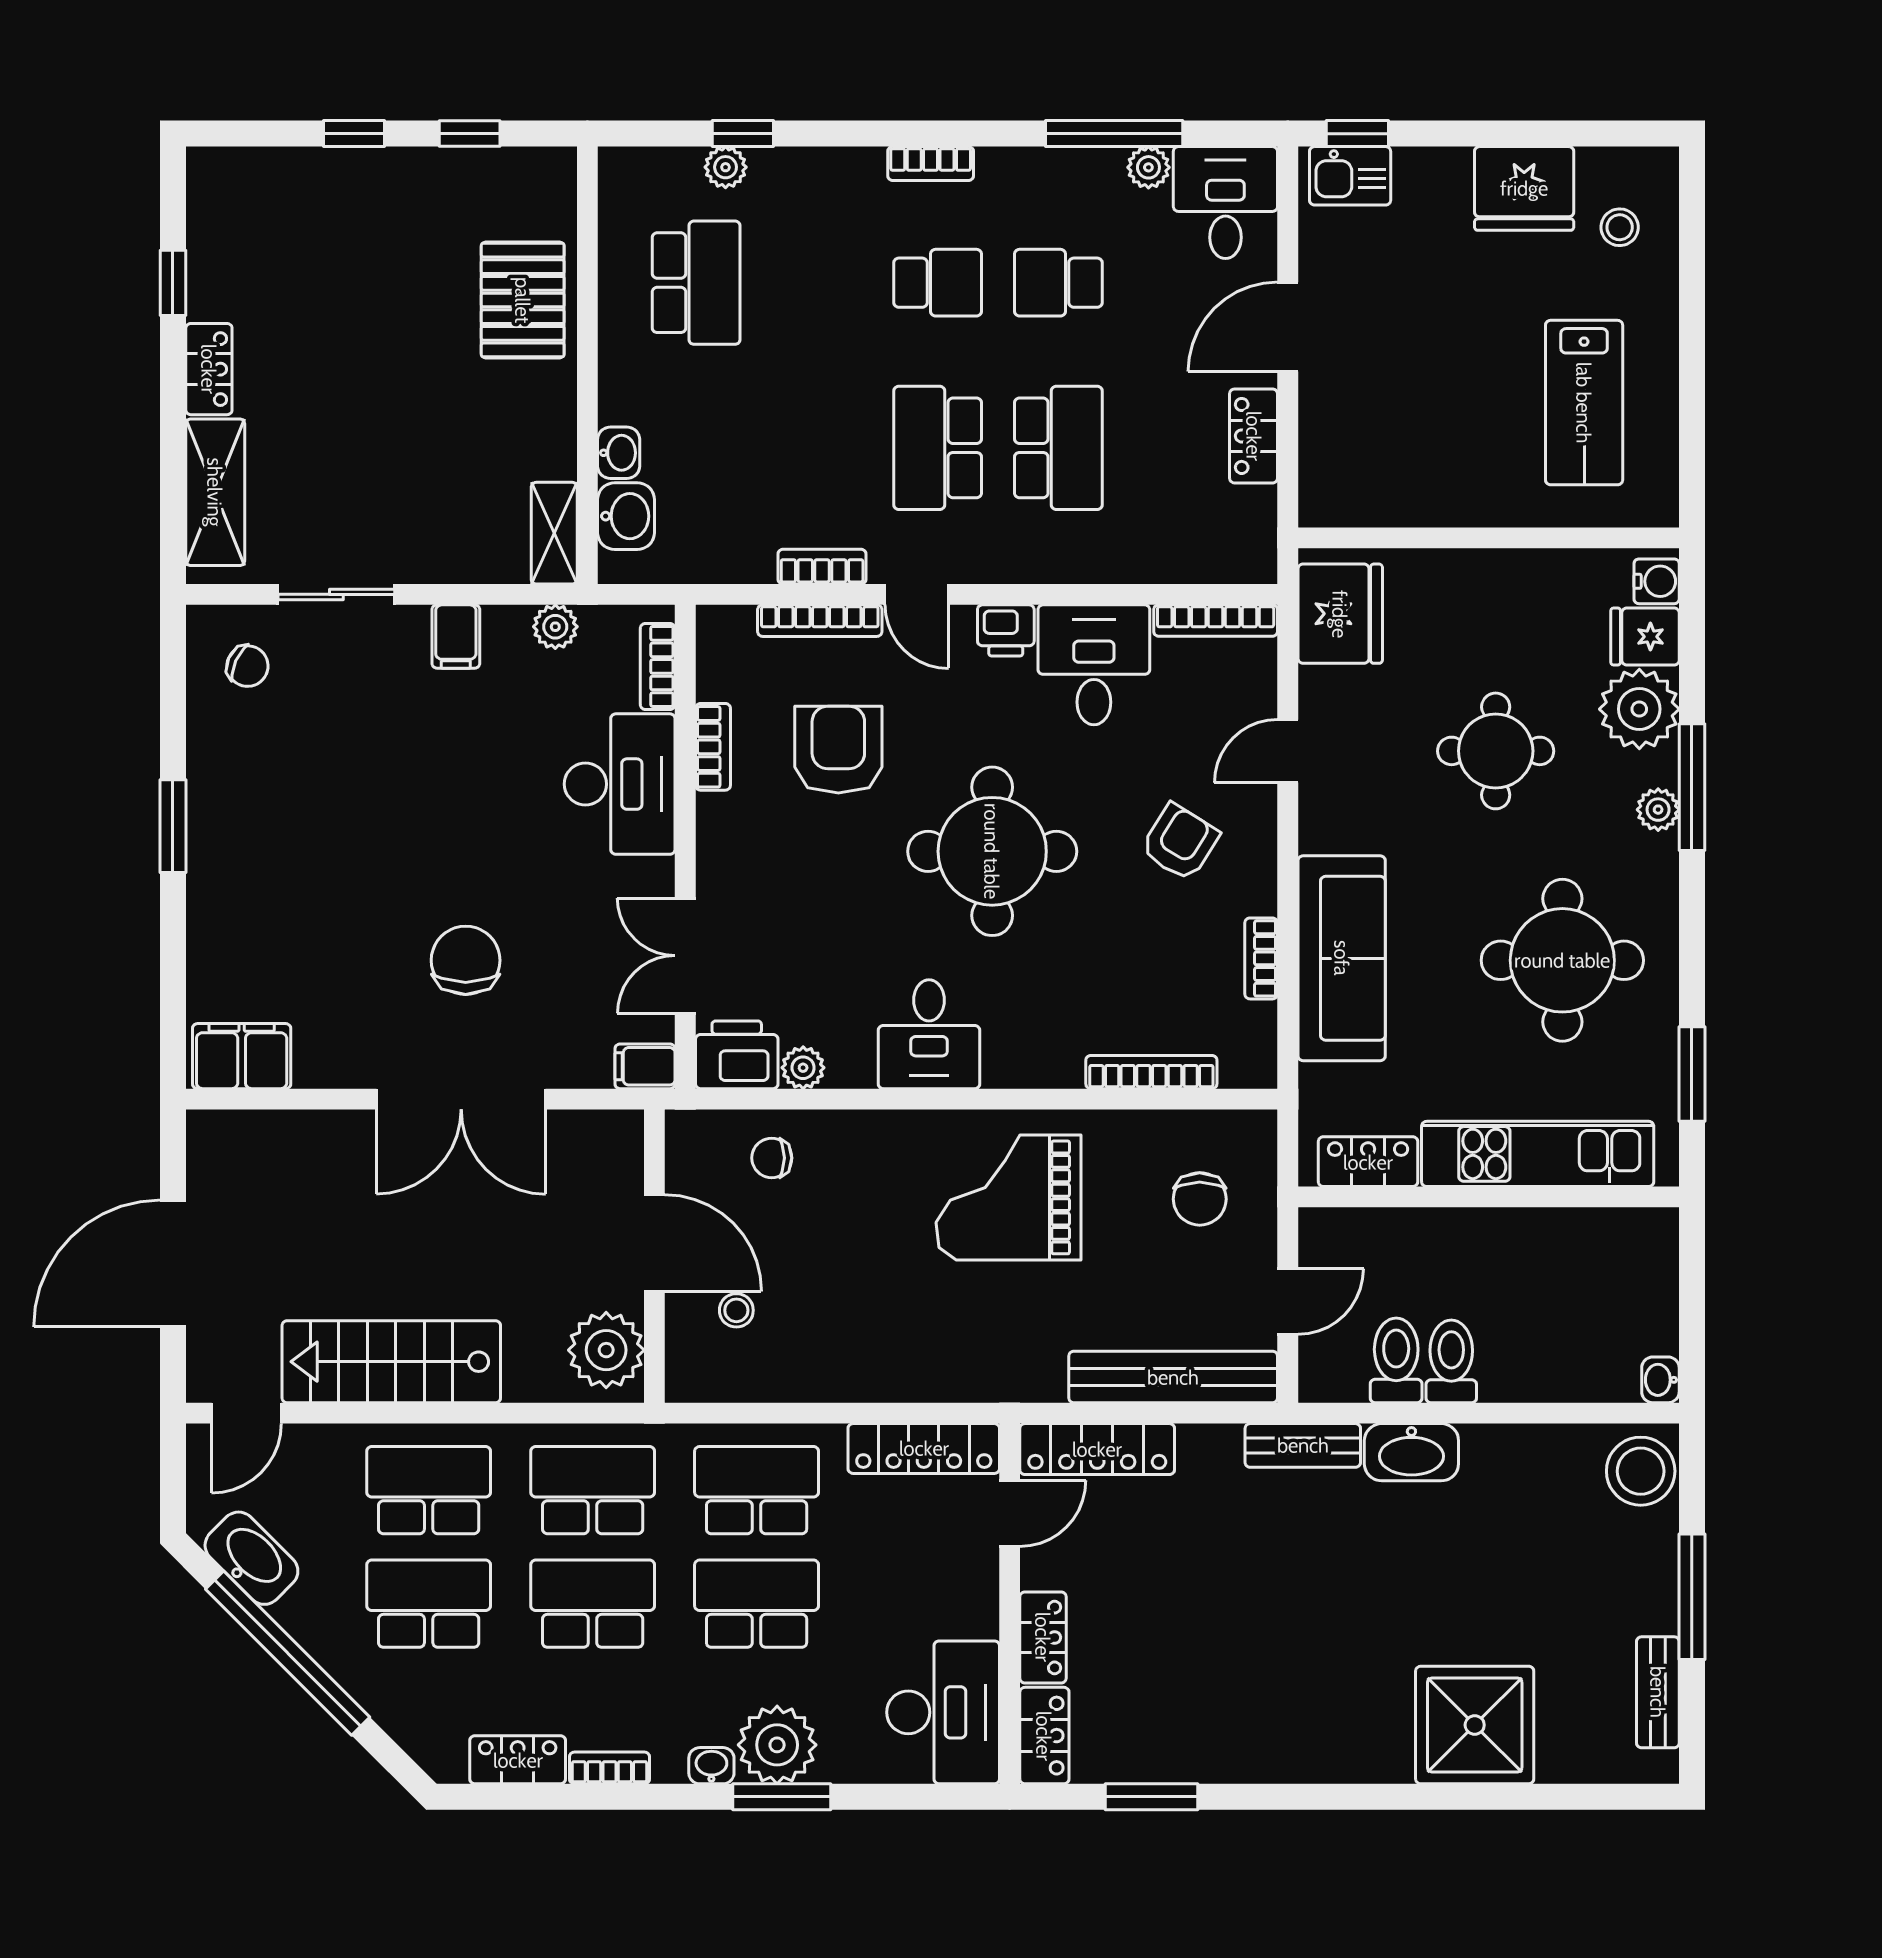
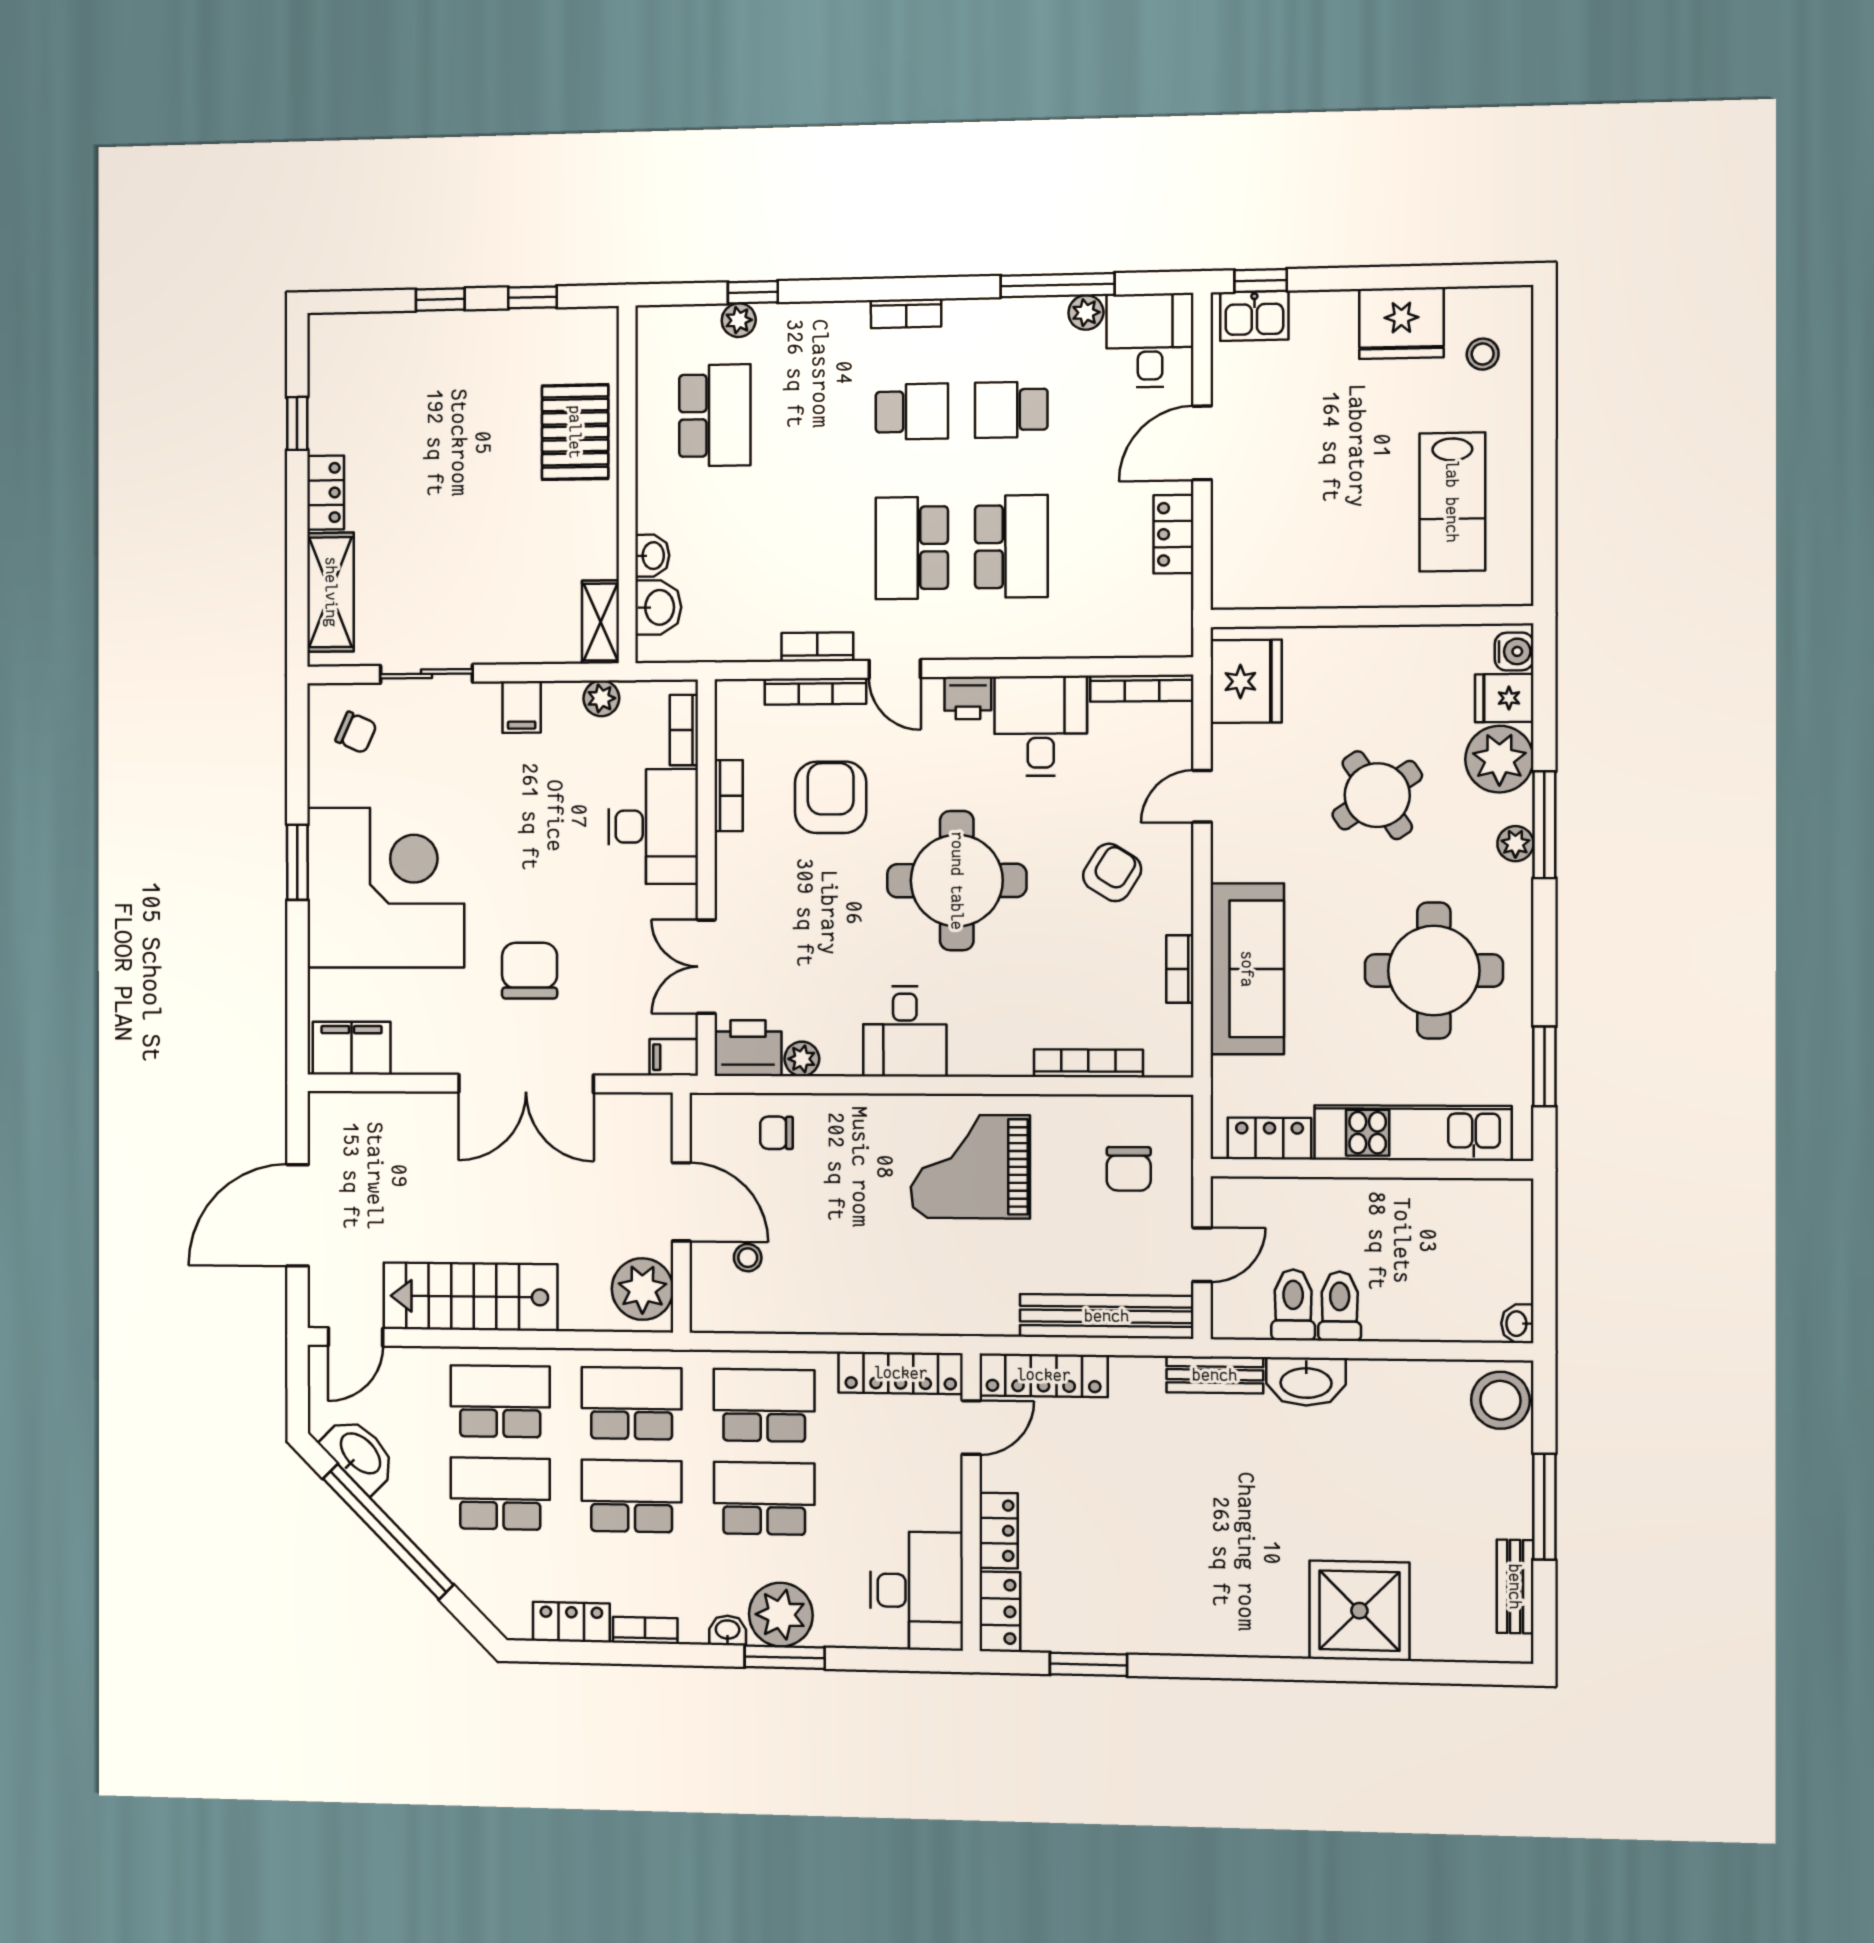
round table: (1496, 751) -> (1377, 795), turned -34
corner desk: (285, 858) -> (386, 888), added

